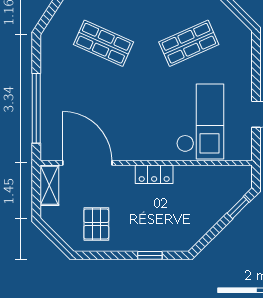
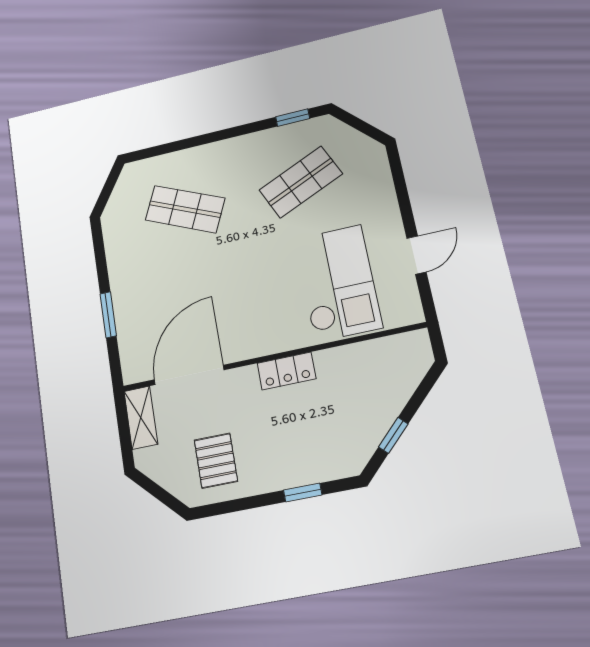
window: (36, 108) -> (108, 315), width x0.47
door: (87, 163) -> (189, 375), hinge flipped
window: (238, 208) -> (393, 435), moved

